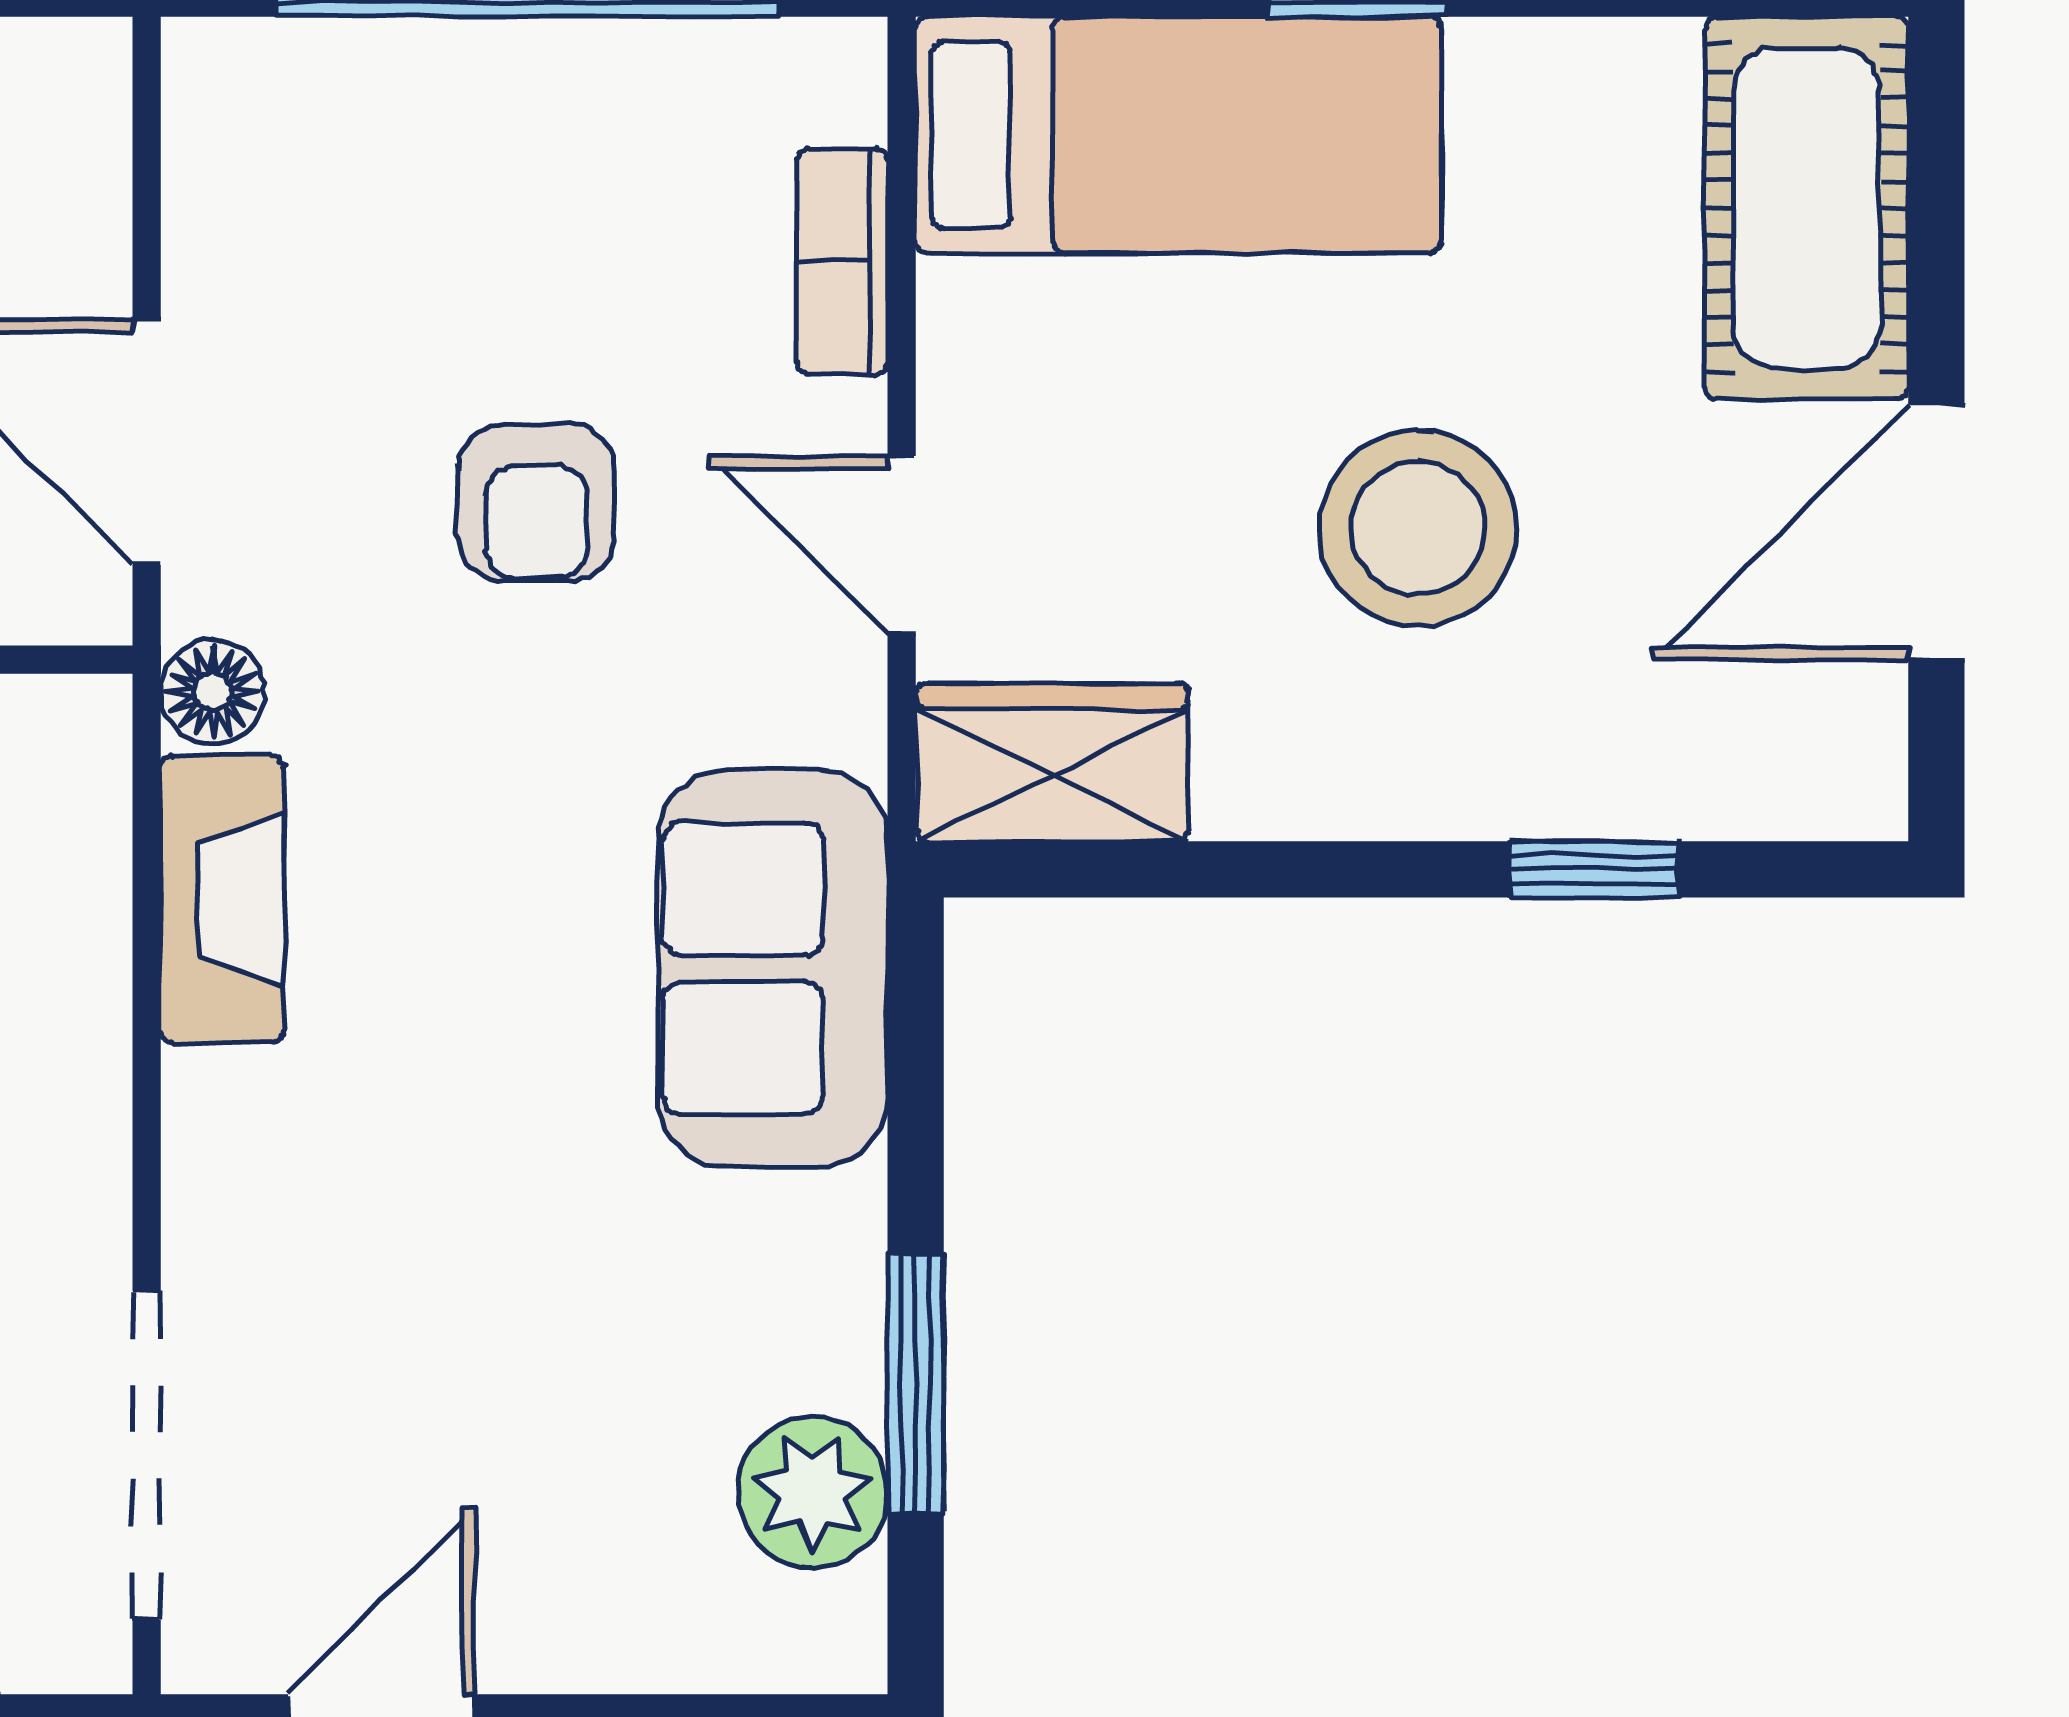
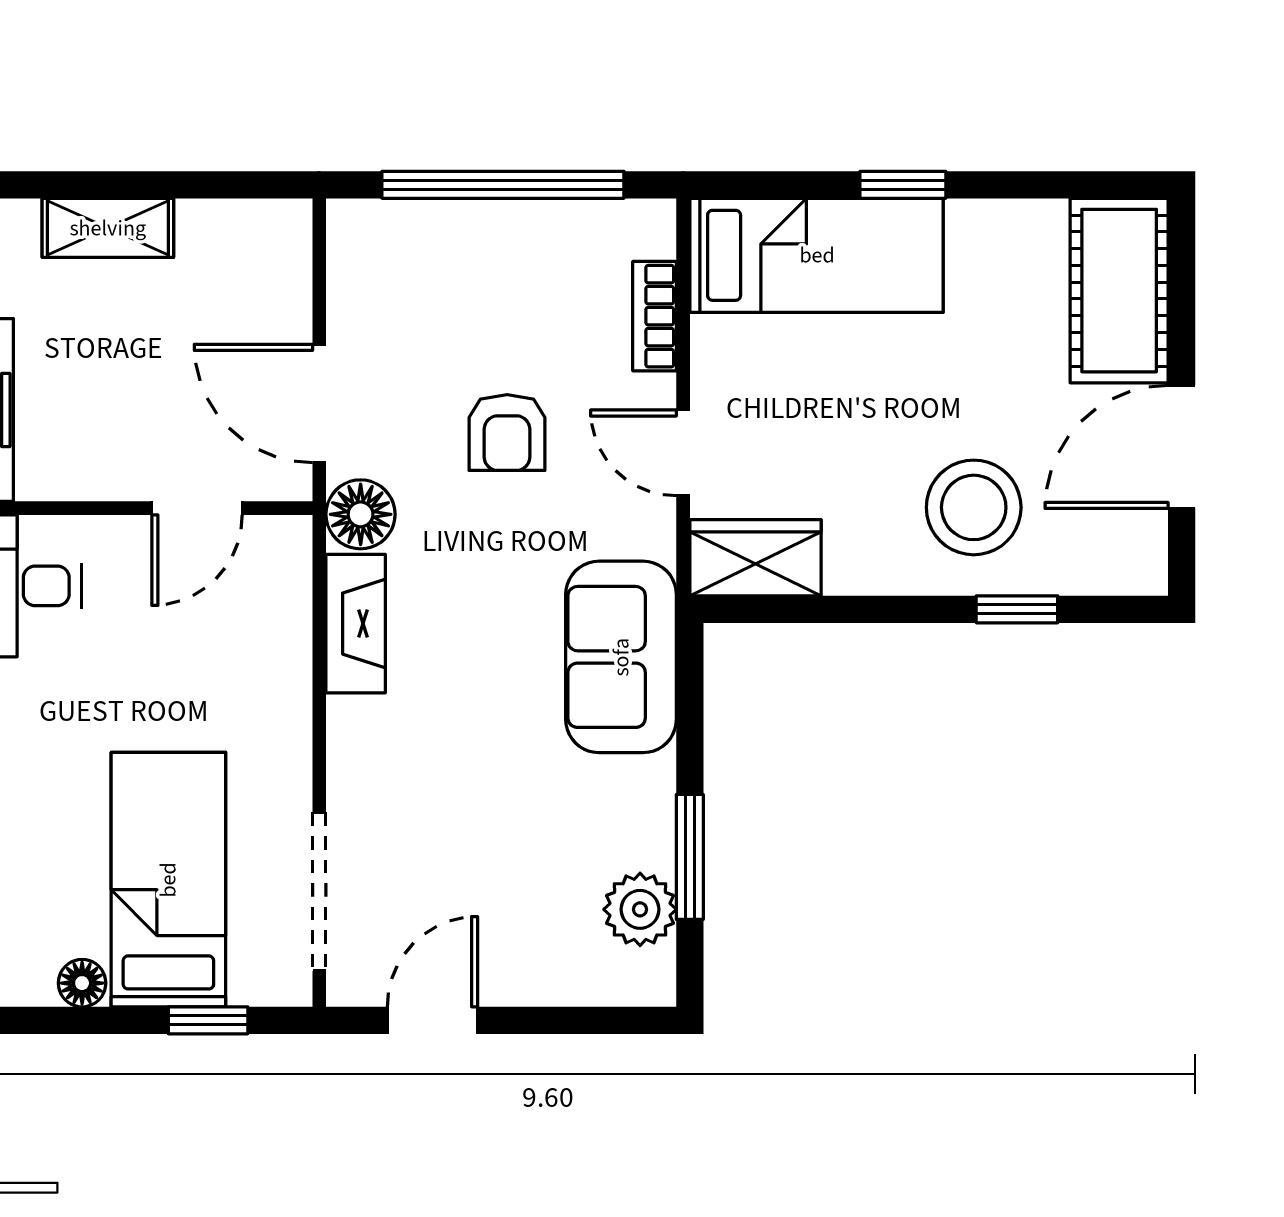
stool: (1418, 528) -> (974, 507), moved
floor lamp: (213, 692) -> (361, 514), width x1.37, depth x1.37

